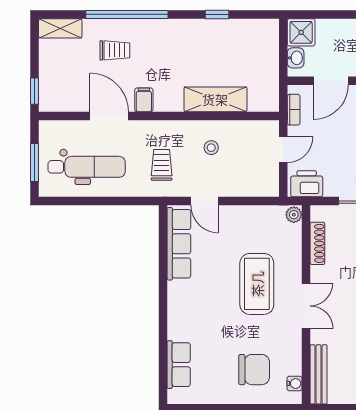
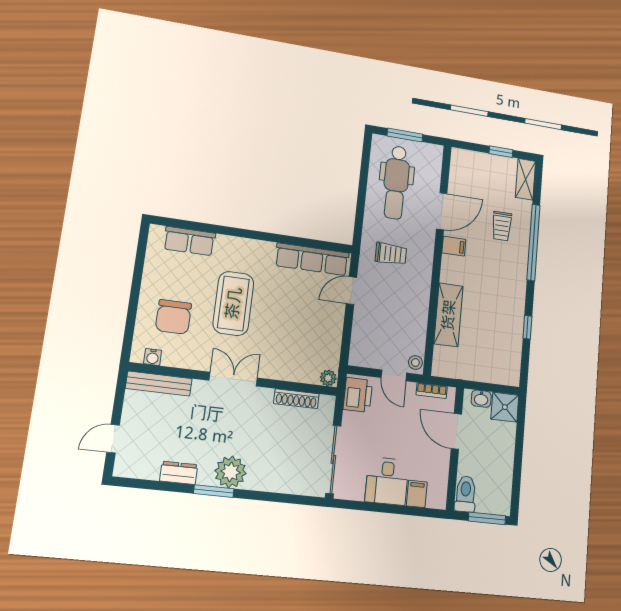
window: (35, 91) -> (501, 152), moved
stool: (211, 148) -> (415, 363), moved
coffee table: (257, 284) -> (233, 303), moved, turned 90
double door: (306, 306) -> (233, 379), swing flipped

